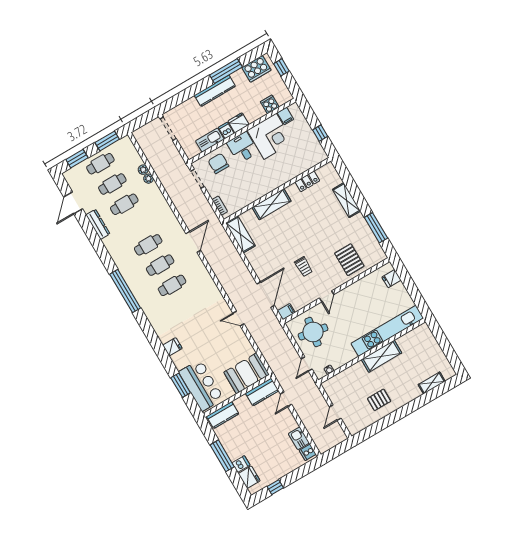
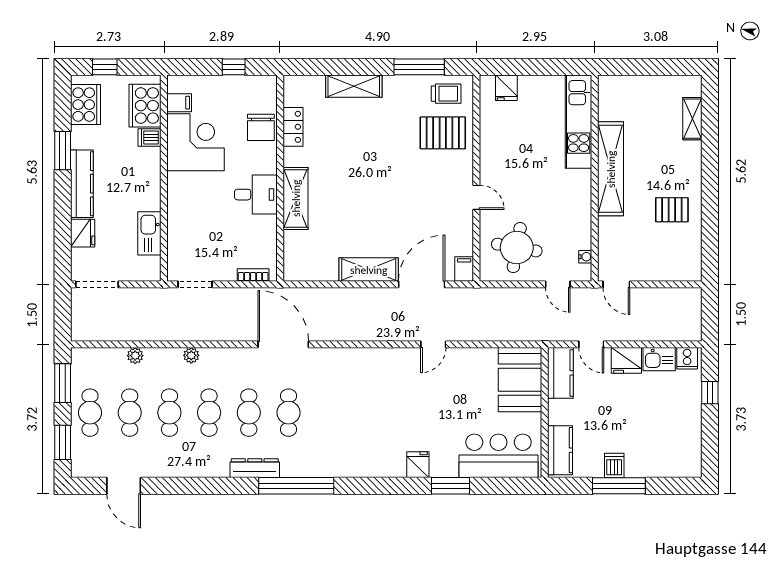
window: (226, 71) -> (63, 151), width x0.69
cooker: (270, 104) -> (145, 106), width x1.87, depth x1.31
fridge: (239, 123) -> (83, 233), moved, turned 180
dishwasher: (226, 130) -> (149, 137), moved
desk: (242, 147) -> (256, 195), moved, turned 180
chair: (218, 163) -> (261, 127), moved, turned -90
plant: (149, 179) -> (191, 355), moved
dresser: (98, 224) -> (255, 468), moved
shelving: (240, 234) -> (369, 270), moved
door: (193, 242) -> (283, 344), width x1.36
trolley: (304, 267) -> (446, 94), moved
cafe table: (172, 285) -> (209, 413), moved
door: (266, 295) -> (422, 284), hinge flipped
kitchen unit: (387, 331) -> (579, 122), width x0.73
shelving: (381, 356) -> (611, 169), width x1.47
window: (181, 385) -> (450, 486), moved
pallet: (379, 400) -> (672, 210), turned 90
door: (335, 413) -> (616, 284), moved
dishwasher: (241, 464) -> (614, 465), moved
fridge: (249, 477) -> (626, 360), moved, turned 180
window: (275, 487) -> (710, 393), moved

